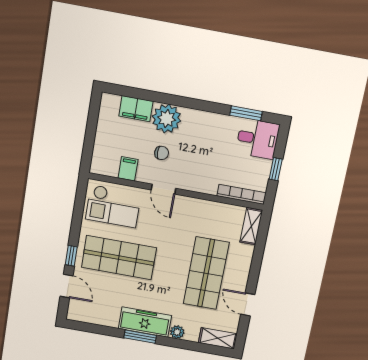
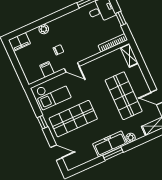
filing cabinet: (136, 109) -> (19, 42), moved
plant: (167, 119) -> (44, 29), width x0.53, depth x0.53
window: (71, 256) -> (42, 122), moved

